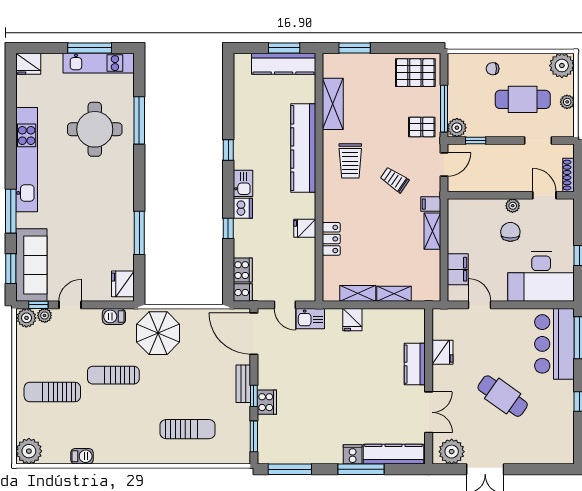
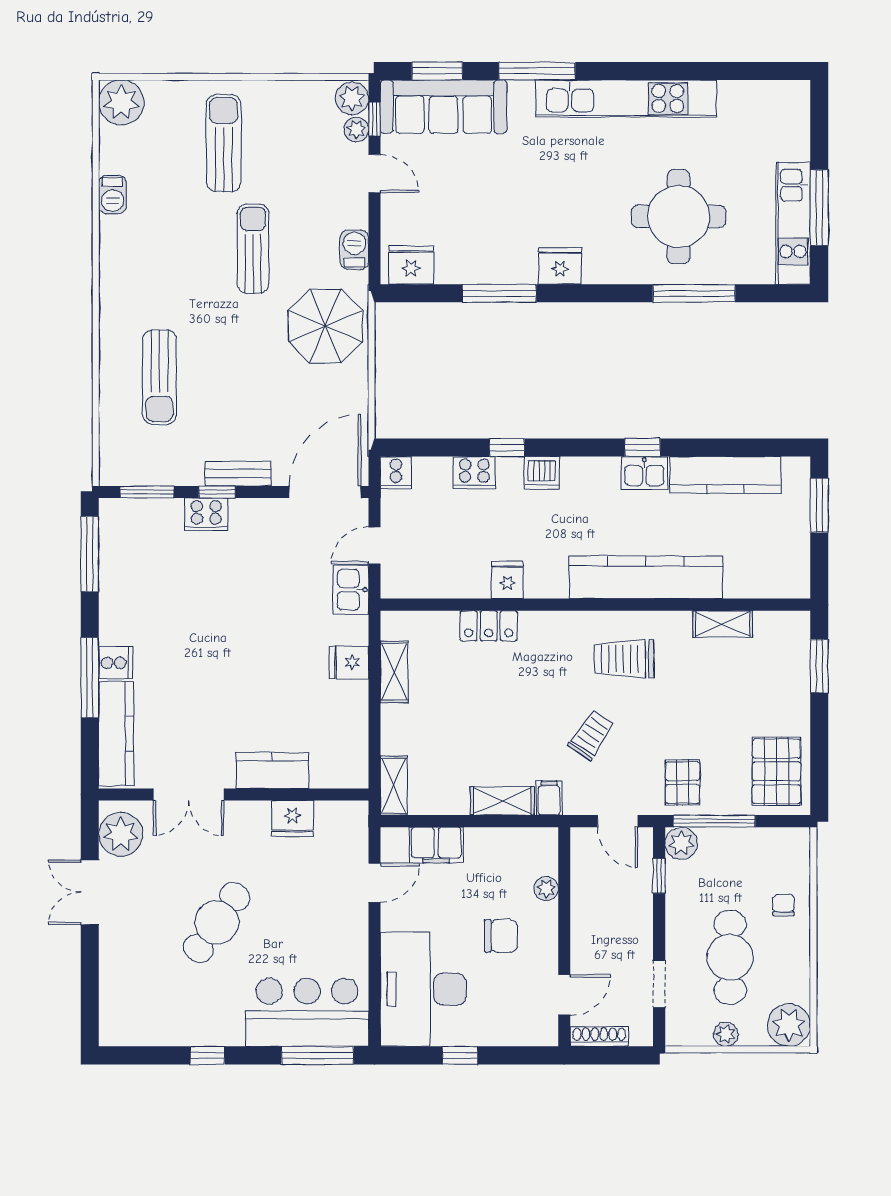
window: (284, 48) -> (819, 505), moved
fridge: (28, 64) -> (560, 266), moved, turned 90
kitchen counter: (284, 64) -> (725, 475), moved, turned -90
shelving: (333, 104) -> (723, 624), width x0.67, depth x0.75
kitchen sink: (243, 183) -> (644, 473), moved
plant: (513, 206) -> (546, 889), moved
cooker: (243, 270) -> (474, 473), moved
shelving: (394, 294) -> (394, 786), moved

